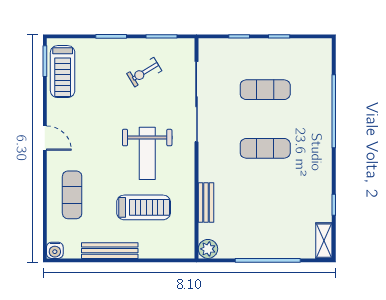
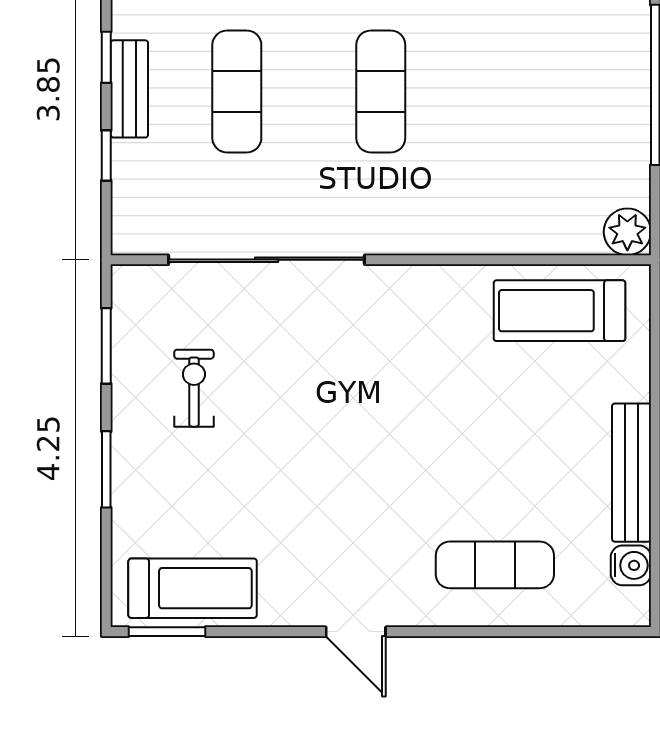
exercise bike: (144, 72) -> (194, 388), turned -149
door: (45, 138) -> (356, 632), swing flipped
weight bench: (147, 153) -> (393, 381), removed
bench: (206, 202) -> (129, 89), moved, turned 90
treadmill: (144, 207) -> (560, 311), moved, turned -90
water cooler: (55, 250) -> (631, 565), moved

